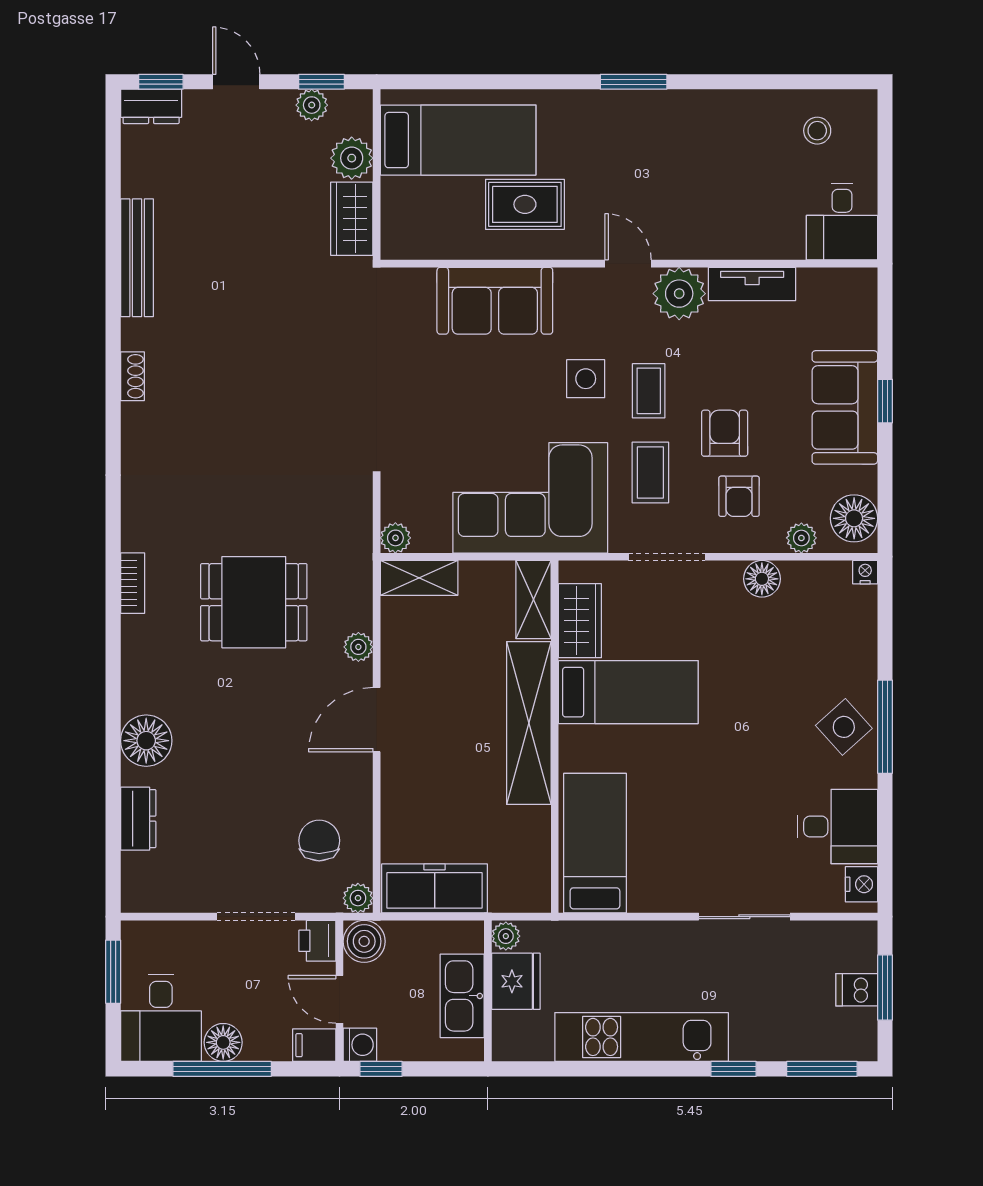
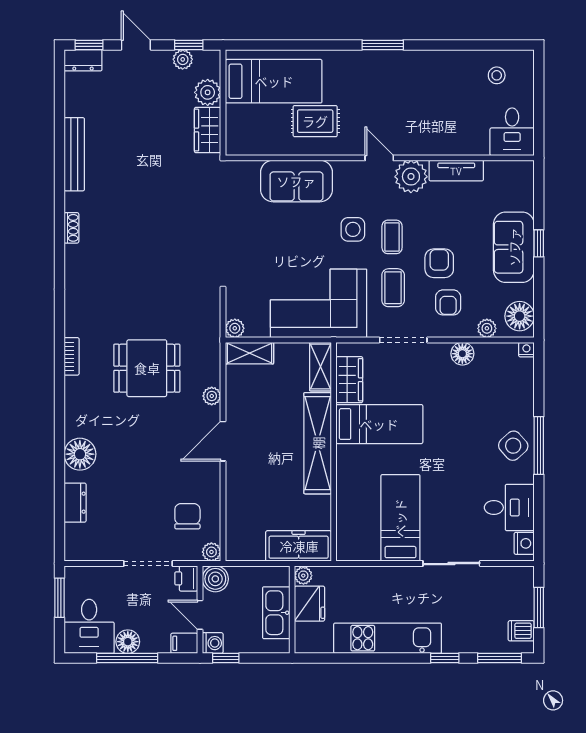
bed: (595, 843) -> (400, 518), moved
freezer: (435, 888) -> (299, 546), moved
dishwasher: (857, 990) -> (521, 631), moved

